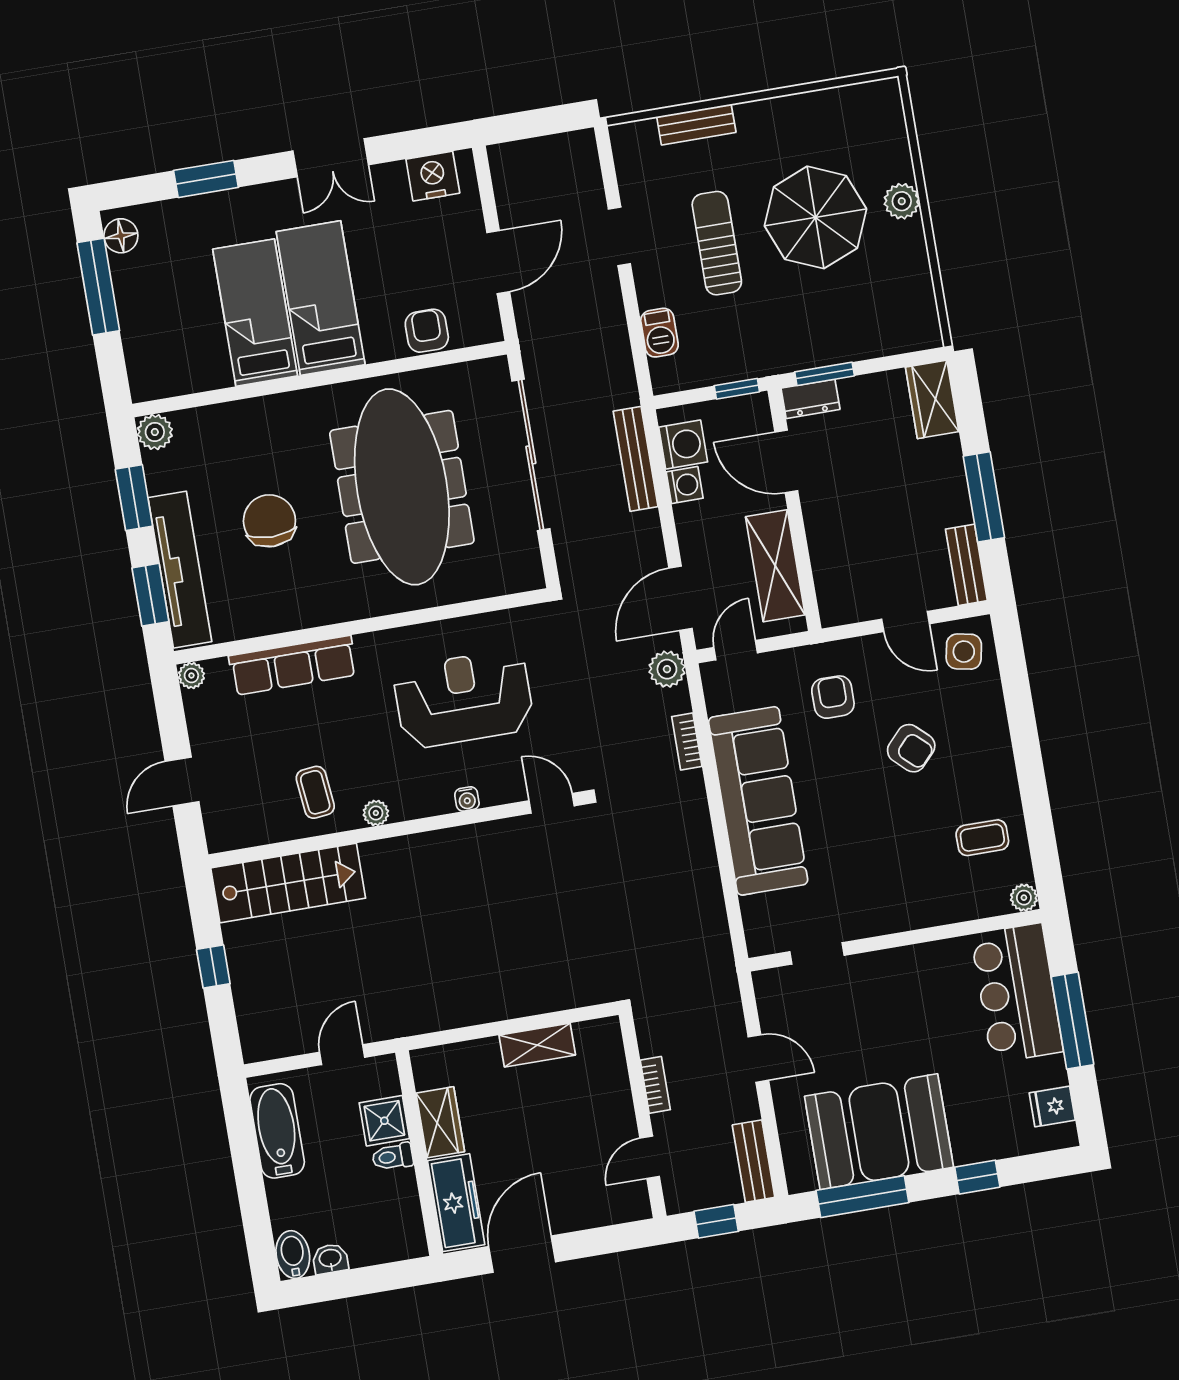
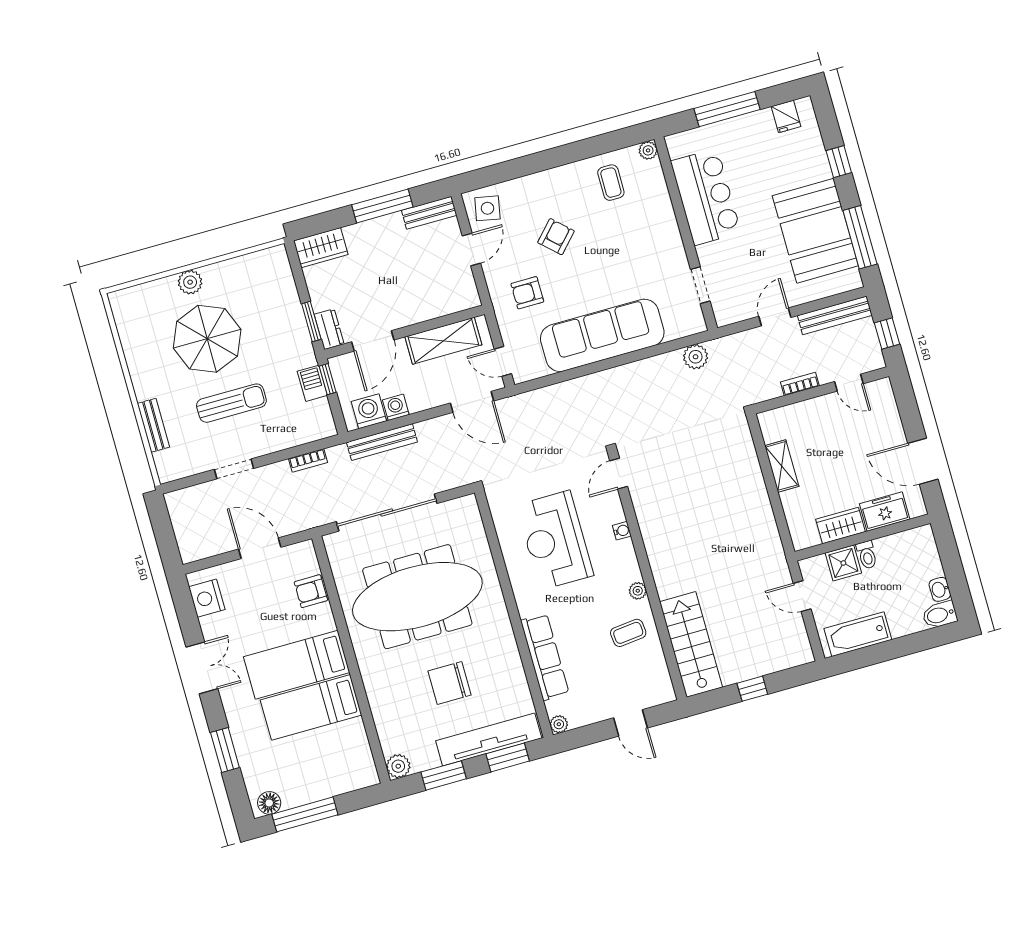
sun lounger: (717, 243) -> (231, 403), turned 180
barbecue: (659, 333) -> (312, 383), moved, turned -90
plant: (667, 669) -> (696, 357), moved
bookcase: (687, 742) -> (308, 460), moved
bar counter: (1017, 993) -> (706, 197), moved, turned -90
bench: (754, 1161) -> (835, 315), width x1.36
freezer: (456, 1203) -> (885, 511), width x0.71

